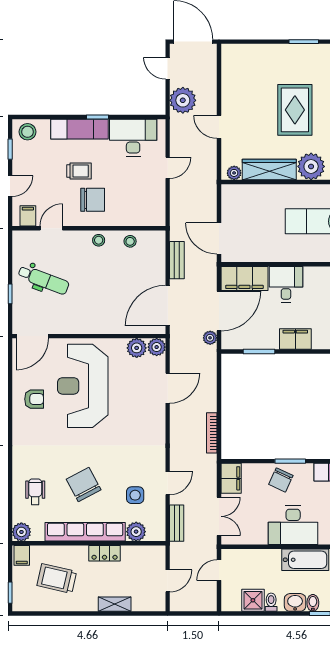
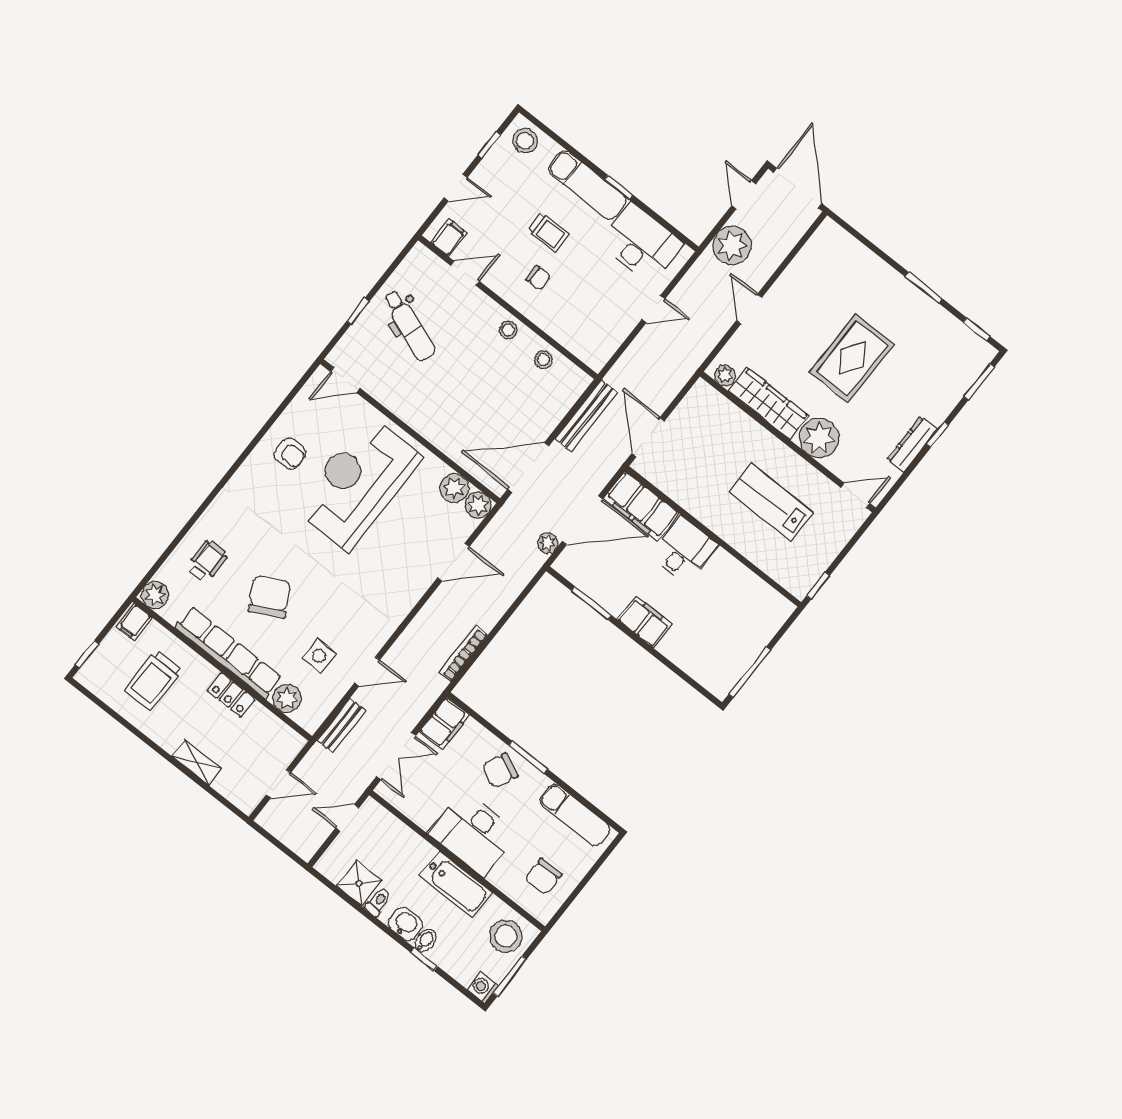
chair: (93, 200) -> (538, 278), width x0.54, depth x0.54
bench: (177, 260) -> (586, 416), width x1.36
door: (32, 336) -> (345, 380), width x0.73
trolley: (57, 579) -> (153, 680), turned -103

